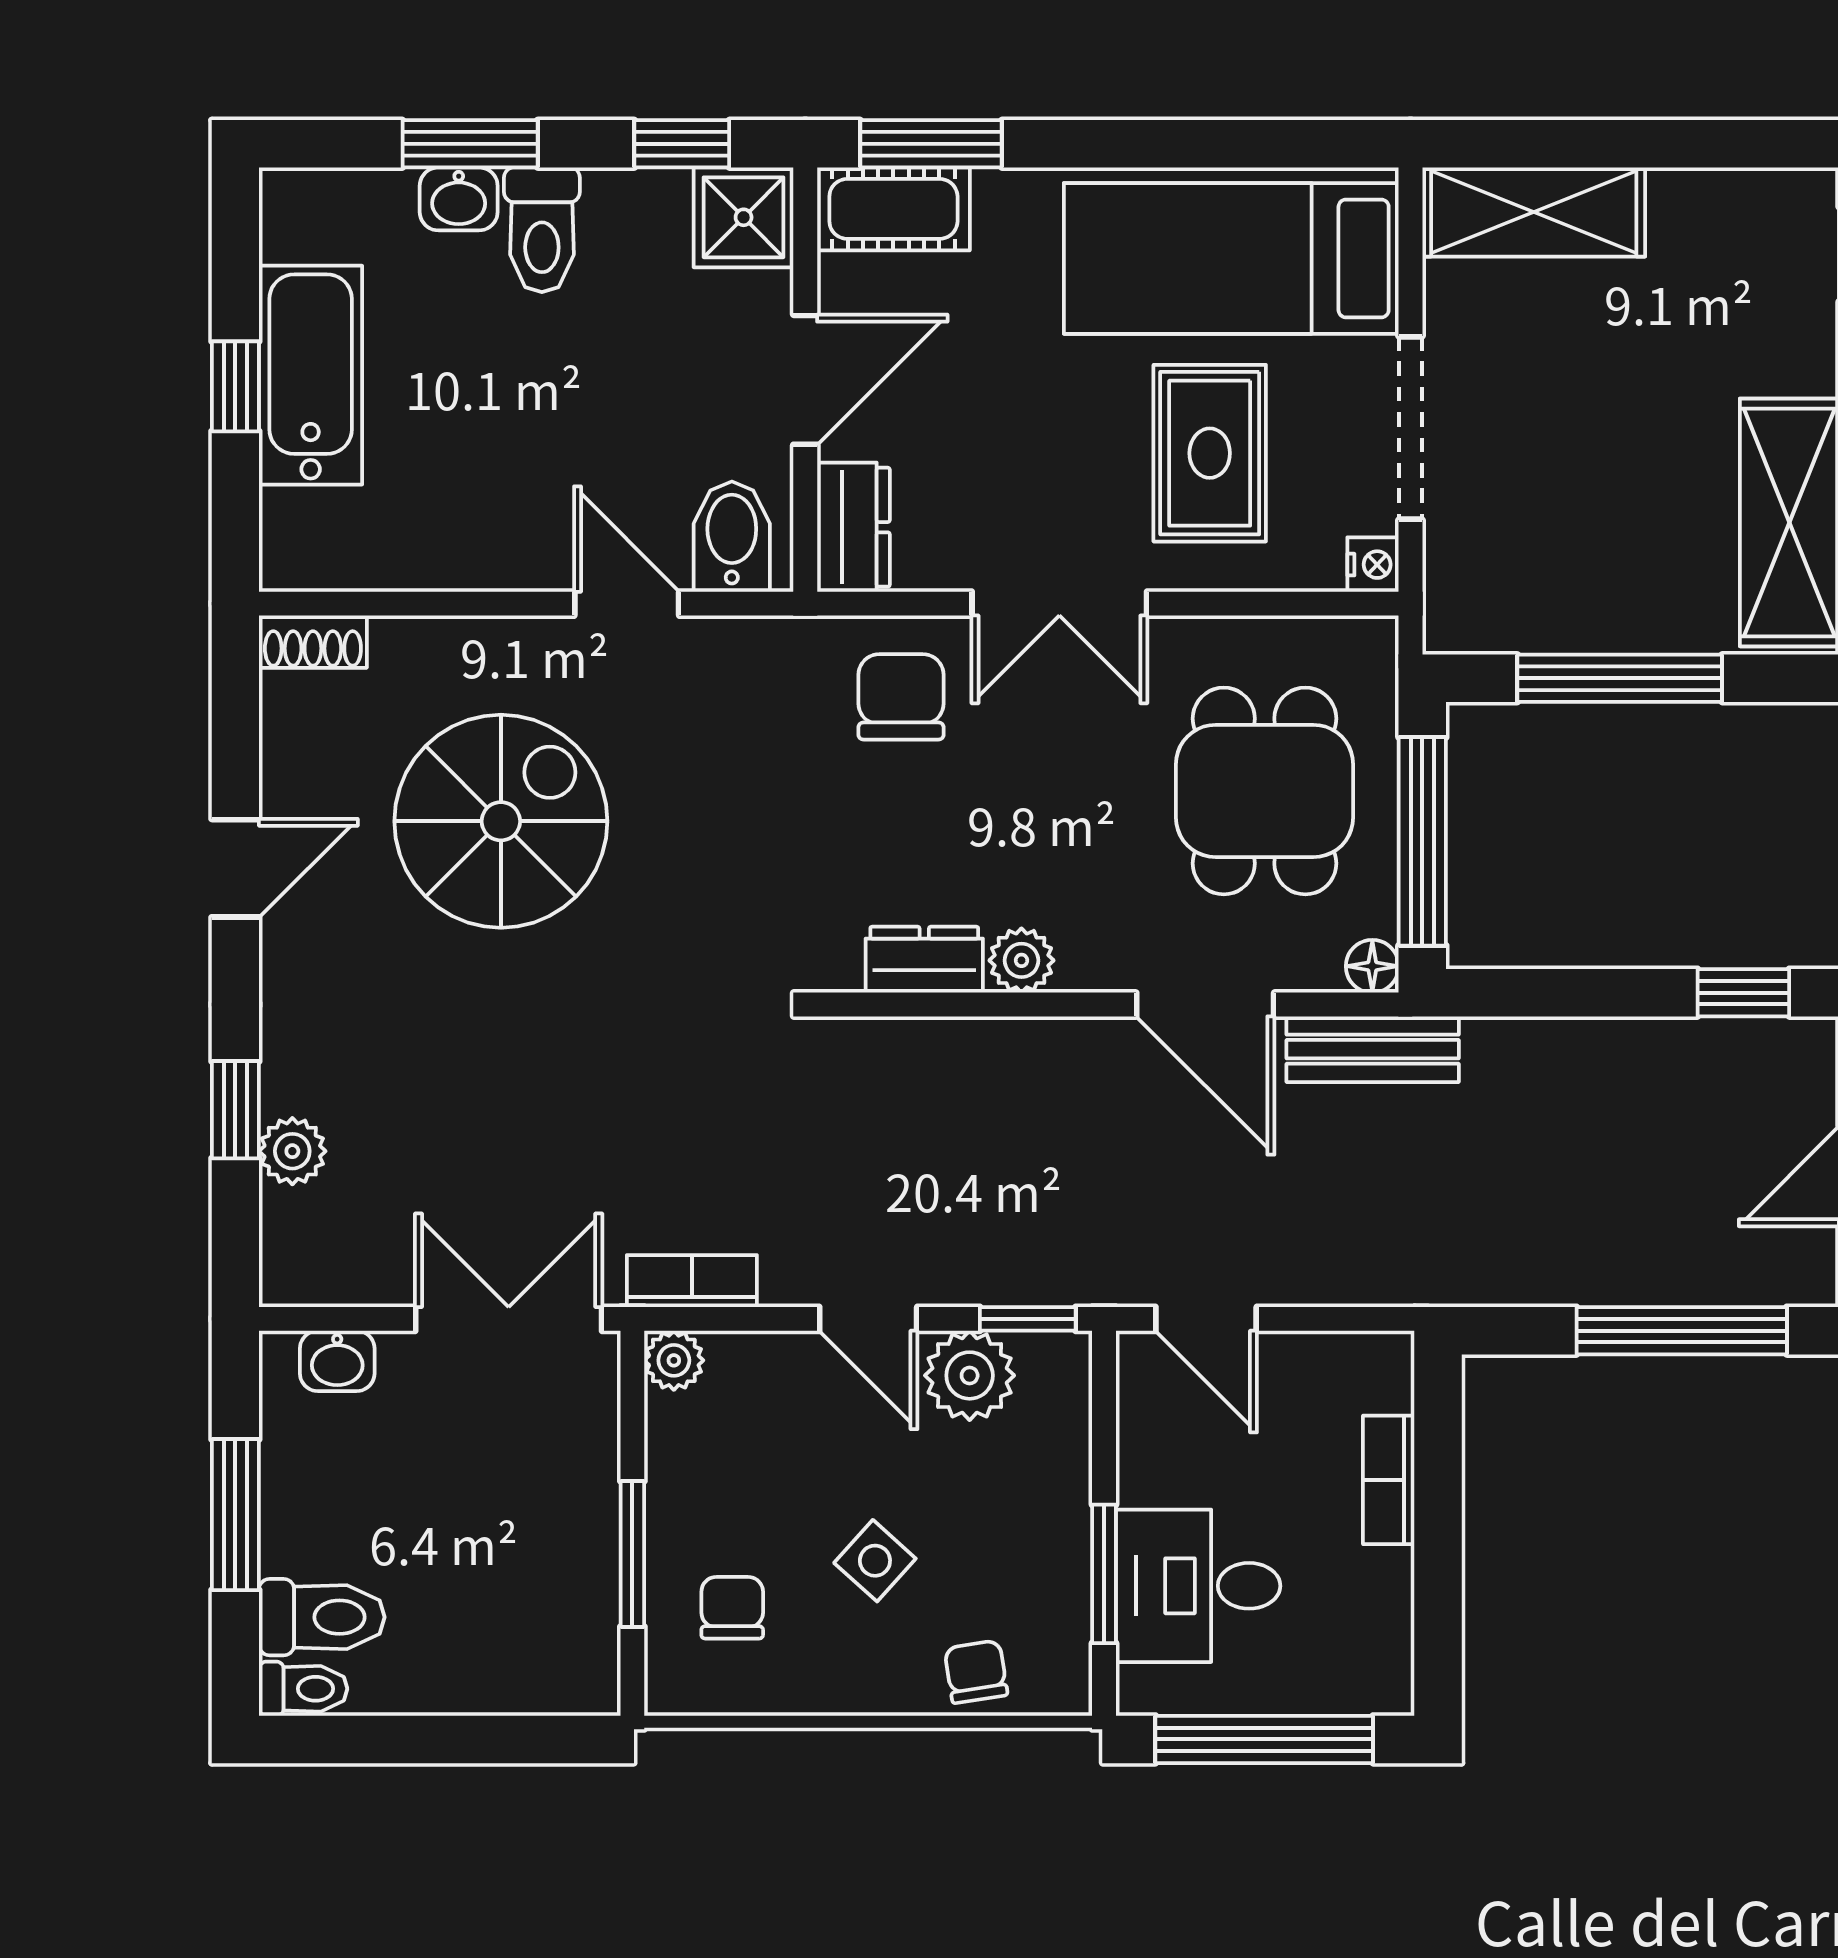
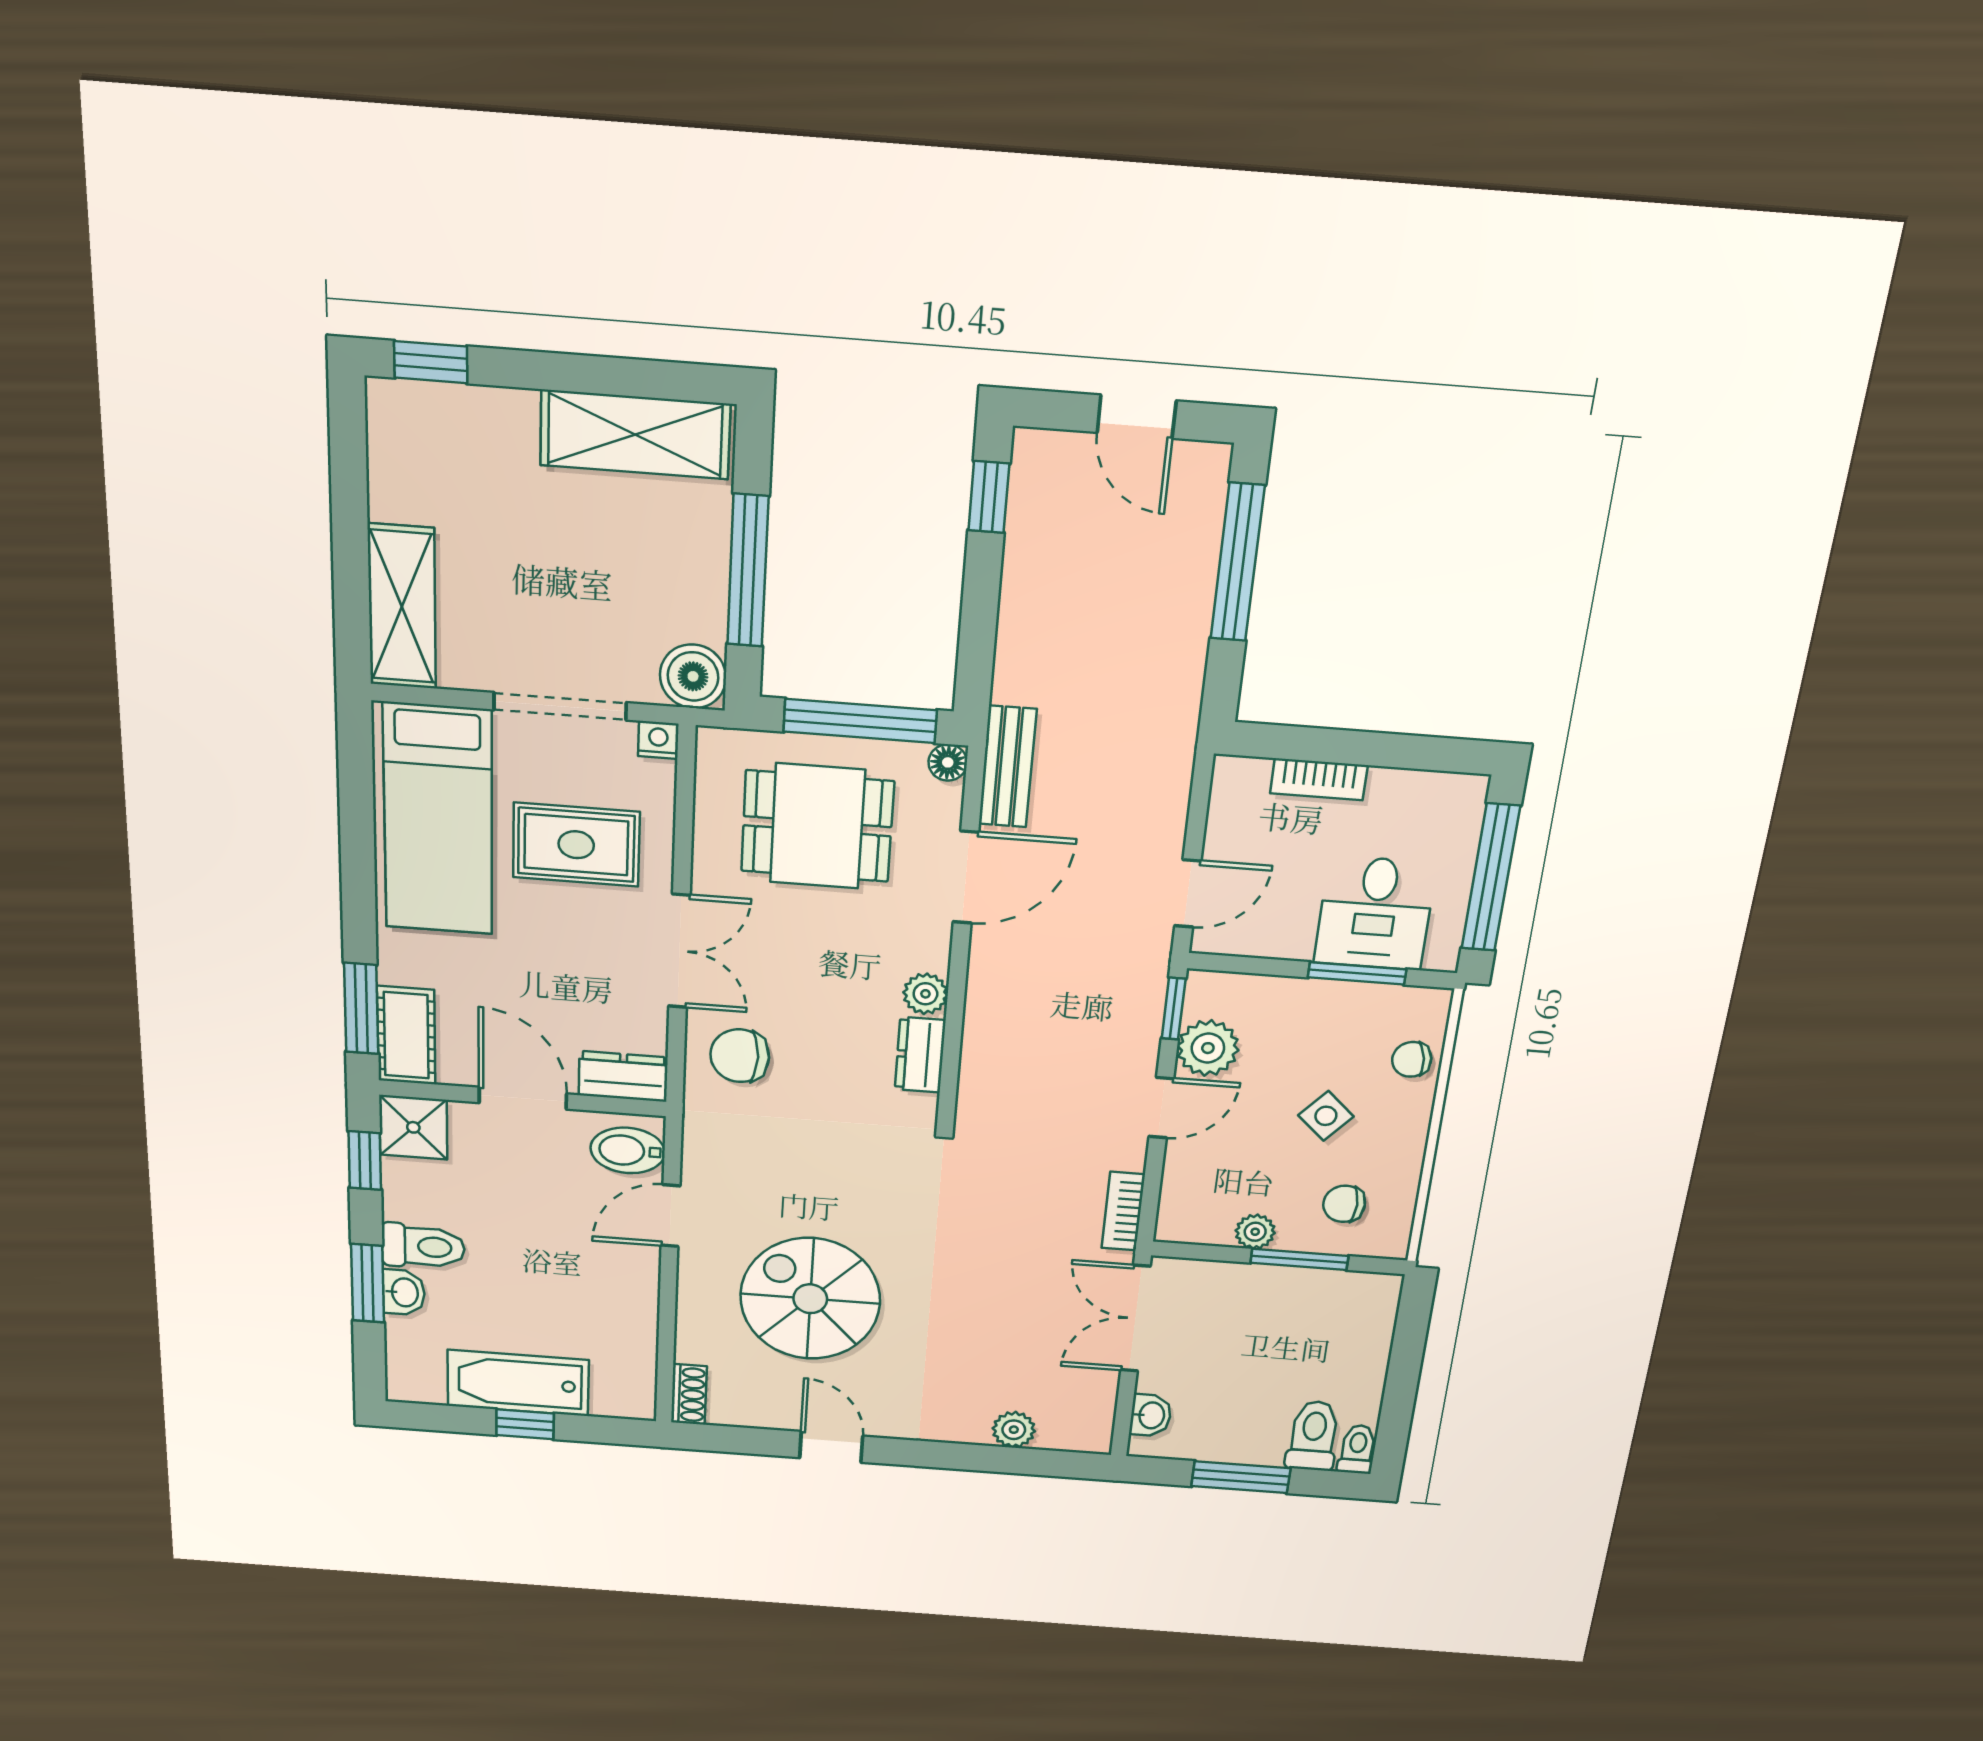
boiler: (1467, 610) -> (693, 676), added
window: (235, 1110) -> (984, 1458), removed
plant: (674, 1360) -> (1255, 1232), moved

